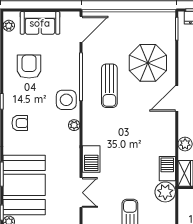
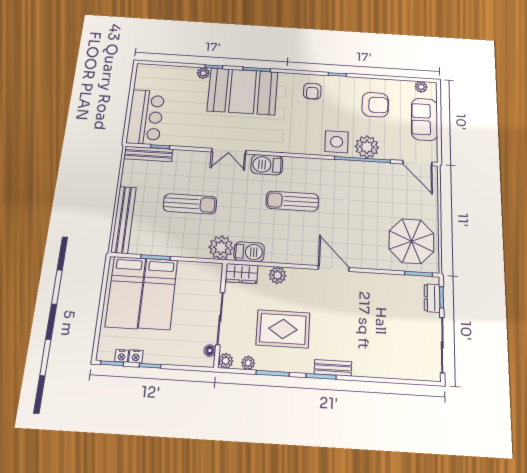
parasol: (148, 63) -> (411, 241), moved
sun lounger: (109, 86) -> (292, 201), moved
plant: (74, 125) -> (367, 147), moved, width x1.87, depth x1.87

